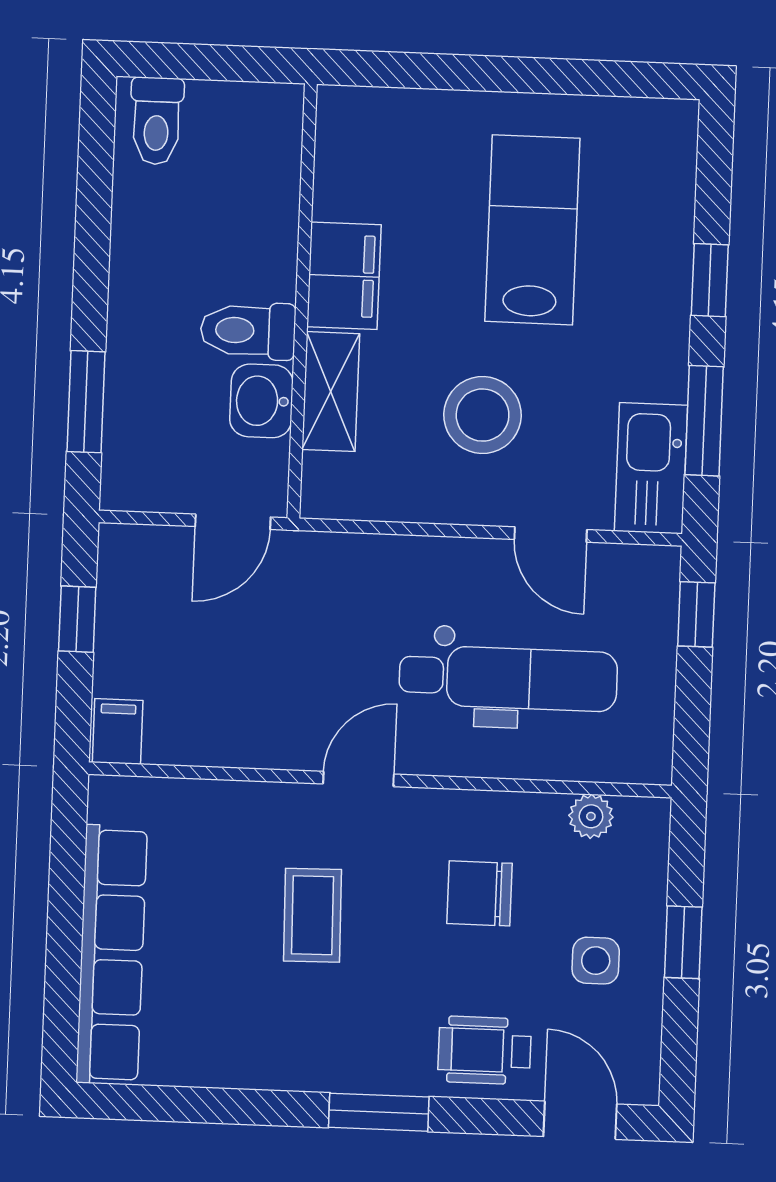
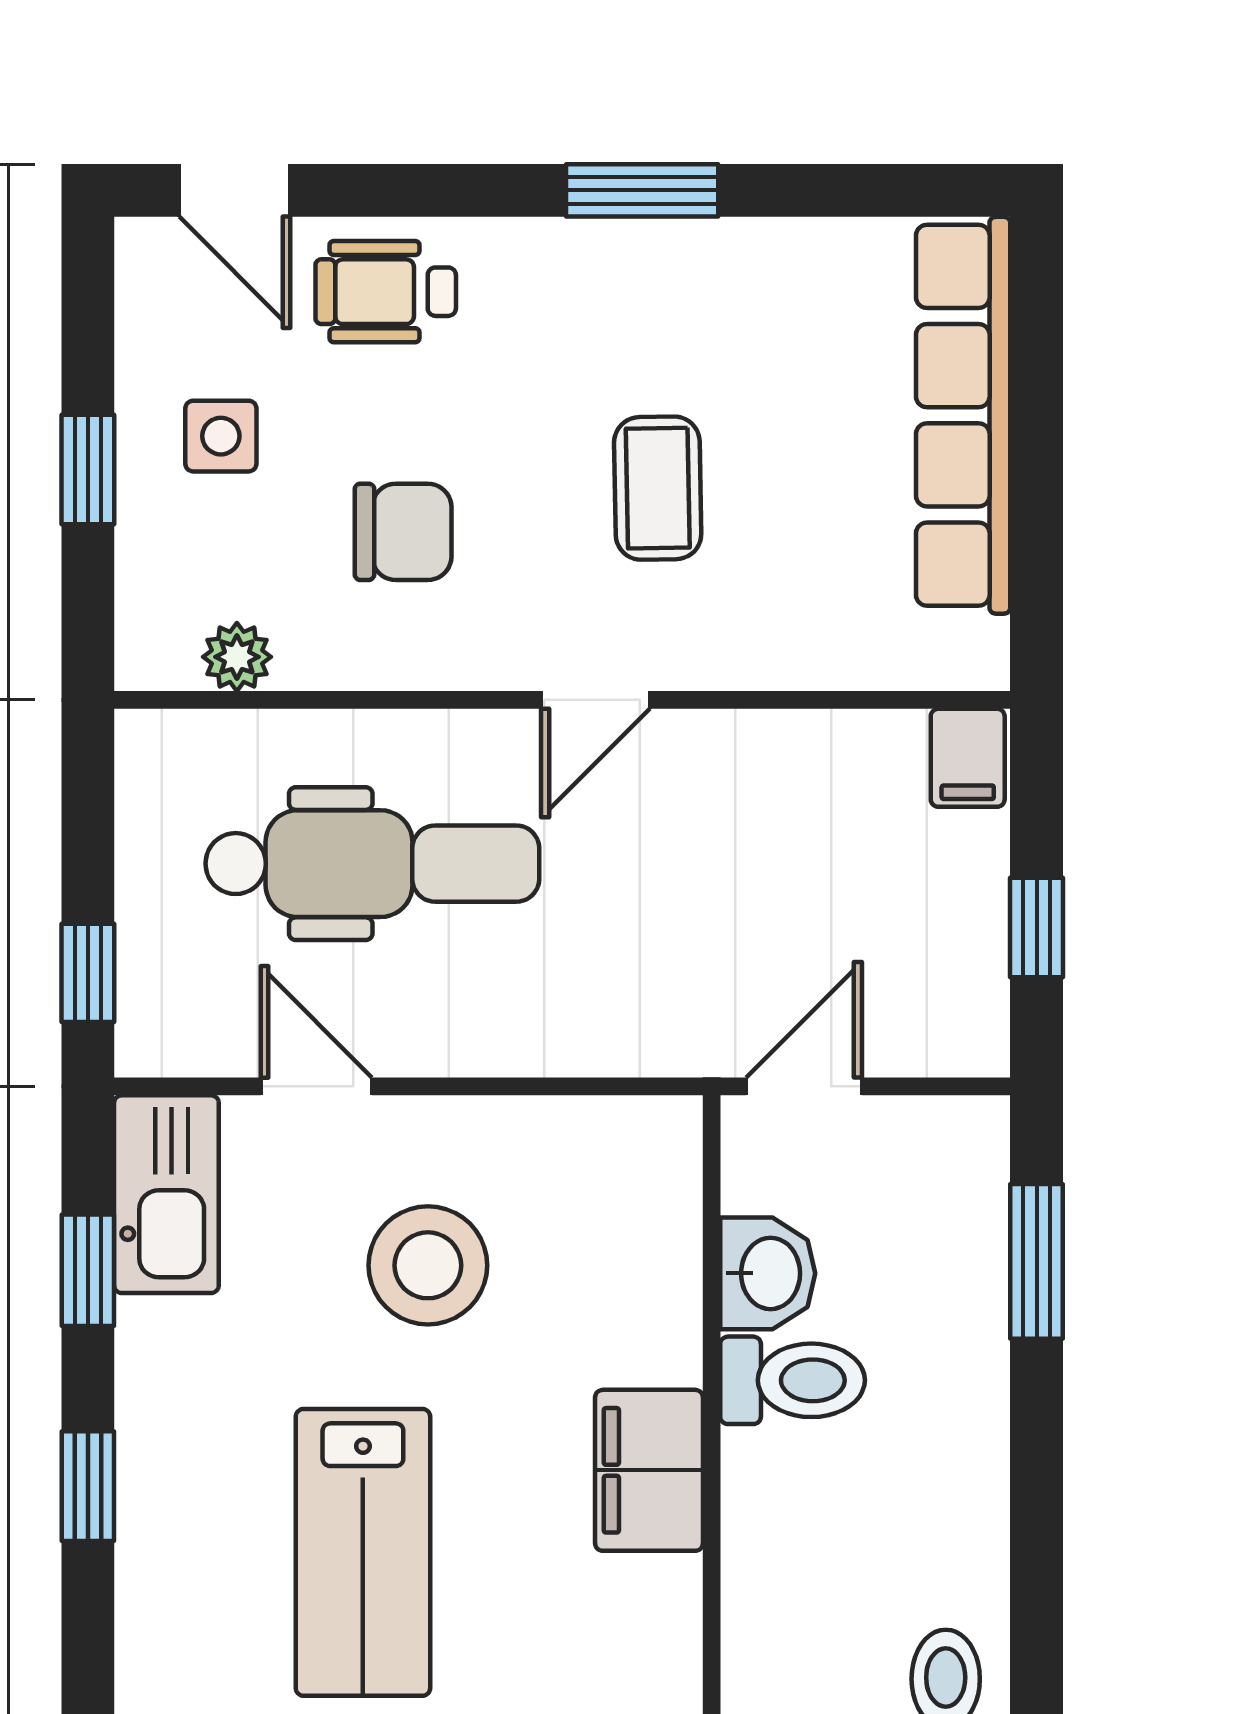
shelving: (331, 392) -> (662, 1292), removed
window: (704, 421) -> (88, 1270), width x0.67
dental chair: (508, 678) -> (372, 864), turned 180
wheelchair: (485, 1050) -> (386, 292), turned 180
window: (379, 1112) -> (642, 190), moved

